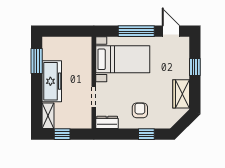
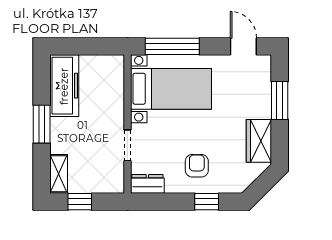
window: (136, 31) -> (172, 46), moved
window: (37, 61) -> (42, 124), moved
window: (195, 67) -> (280, 100), width x1.50
freezer: (52, 81) -> (64, 86), moved

